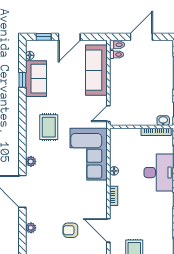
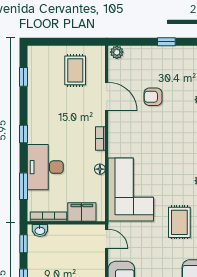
door: (108, 114) -> (107, 239), hinge flipped
filing cabinet: (129, 136) -> (82, 212), added
armchair: (70, 230) -> (153, 97), turned 180

